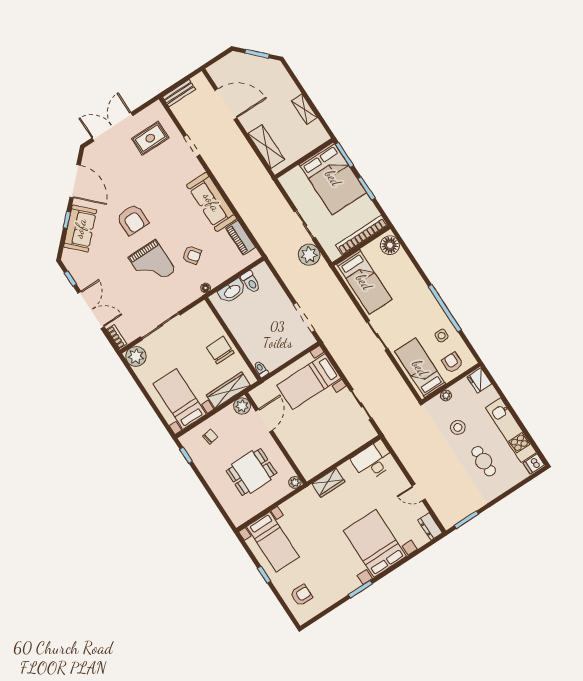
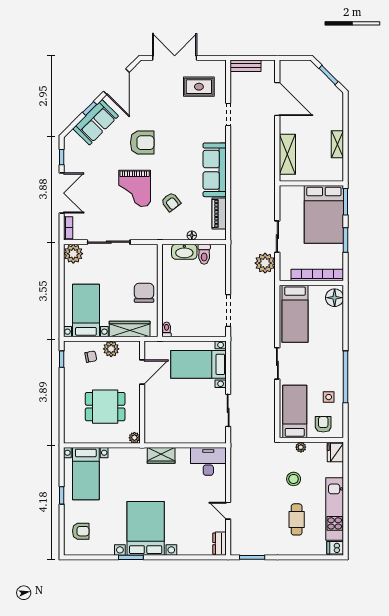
armchair: (133, 220) -> (142, 143), turned -90
floor lamp: (206, 288) -> (192, 235), moved
plant: (242, 406) -> (111, 349), moved
bed with nightstands: (375, 543) -> (146, 528), moved

